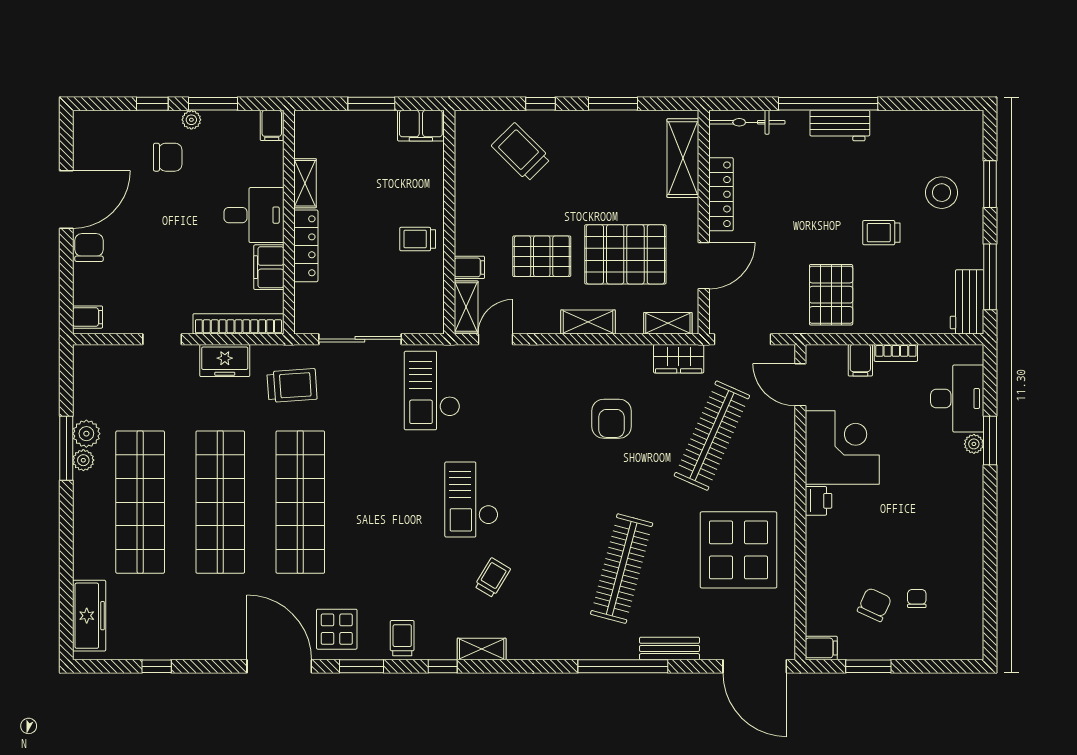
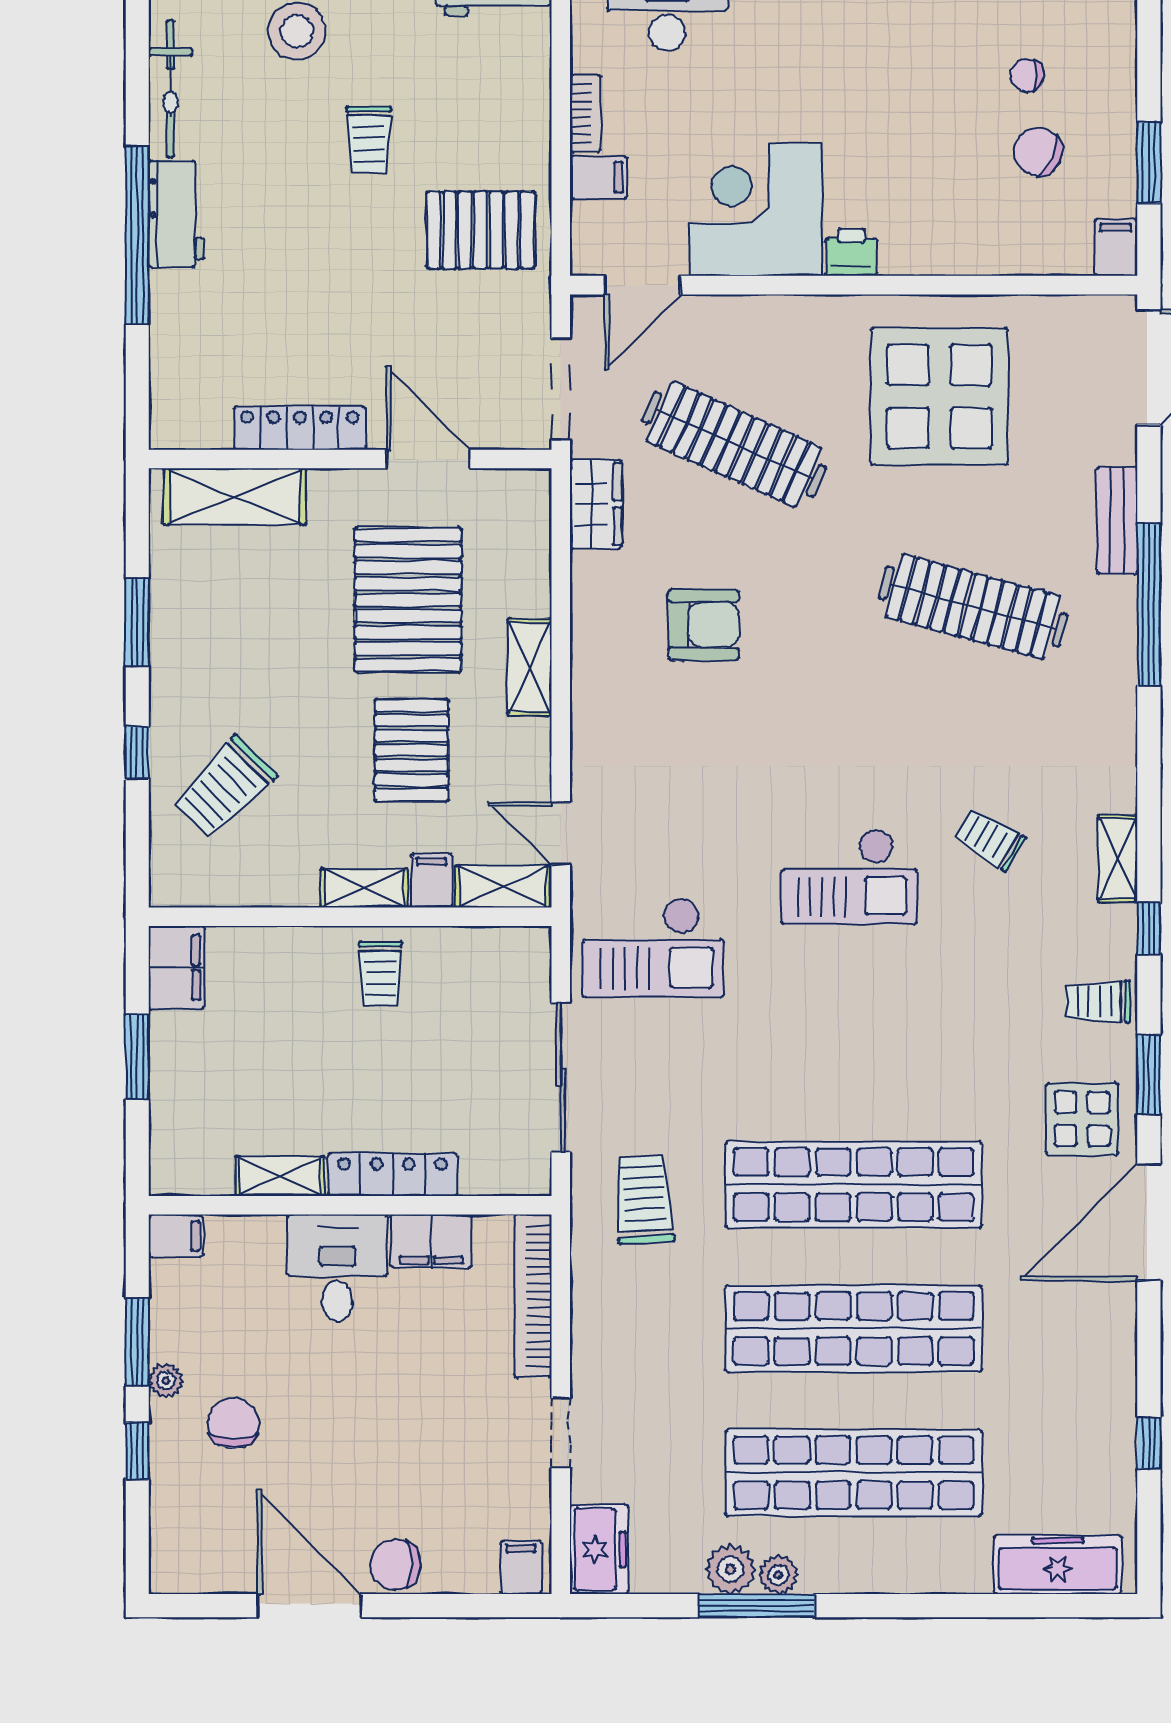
bicycle: (747, 122) -> (170, 88), moved
shelving: (668, 323) -> (364, 888), moved, turned 90
freezer: (225, 360) -> (599, 1549), moved

